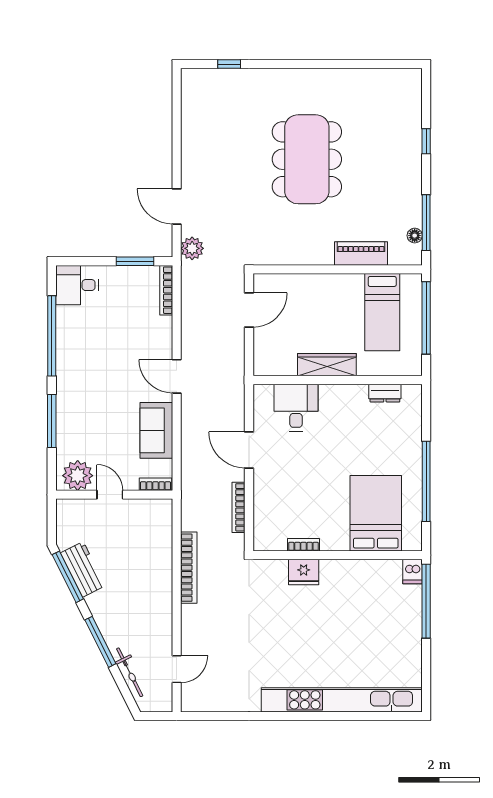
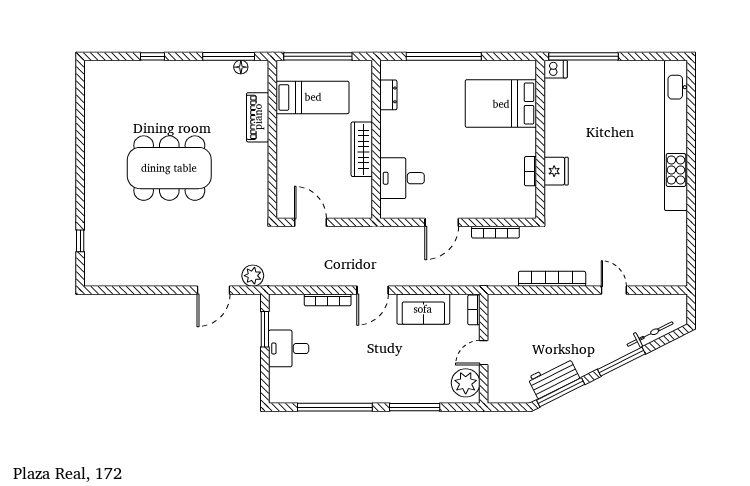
desk: (77, 285) -> (289, 348), moved, turned 90
bookcase: (166, 290) -> (328, 300), moved
window: (426, 481) -> (444, 56), moved
door: (177, 669) -> (614, 290), moved

